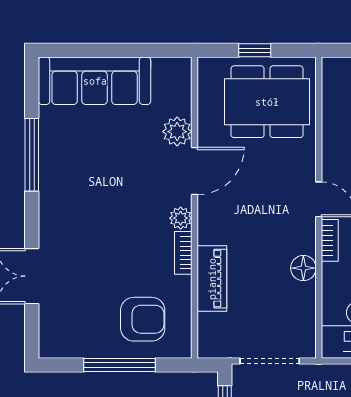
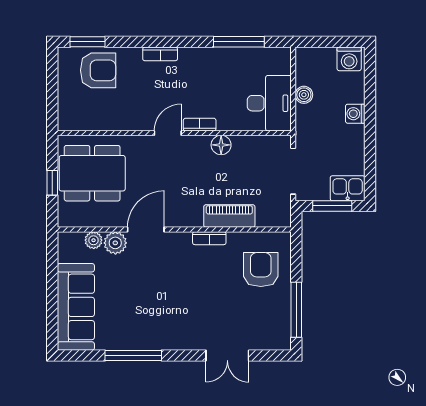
dining table: (267, 102) -> (92, 173), turned 90
door: (194, 171) -> (146, 229), hinge flipped
plant: (181, 218) -> (94, 240), moved
window: (119, 365) -> (296, 310), moved

